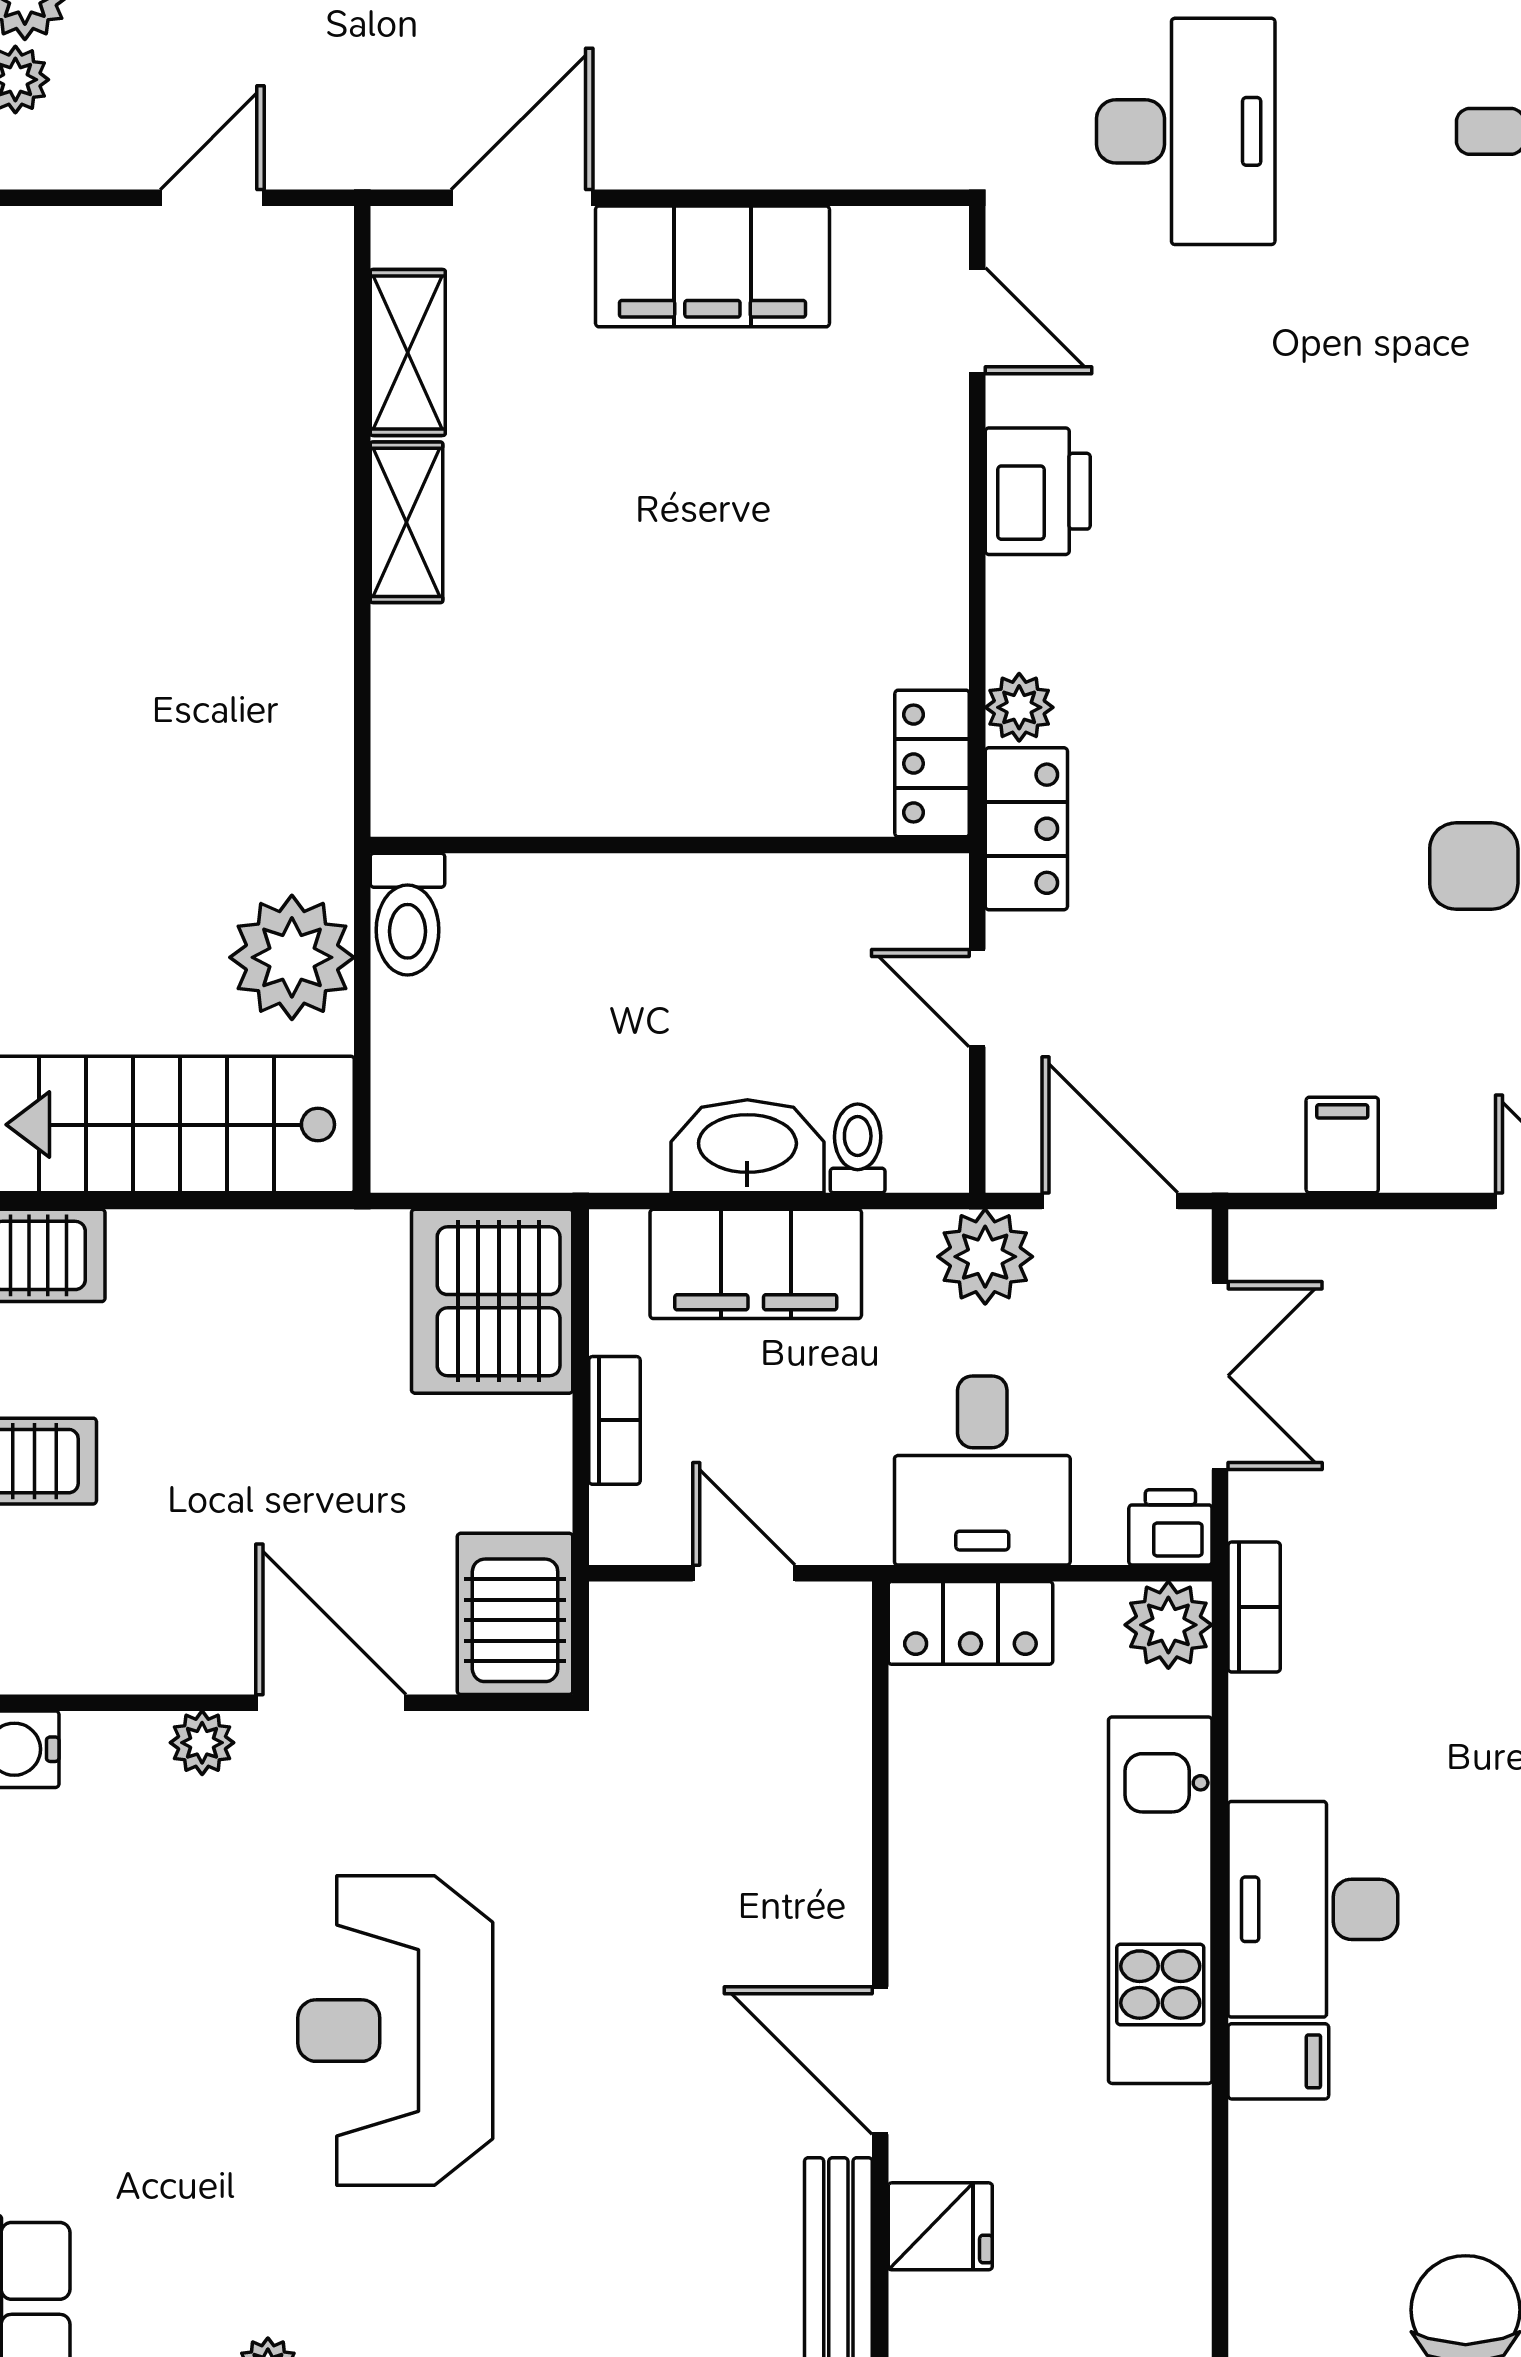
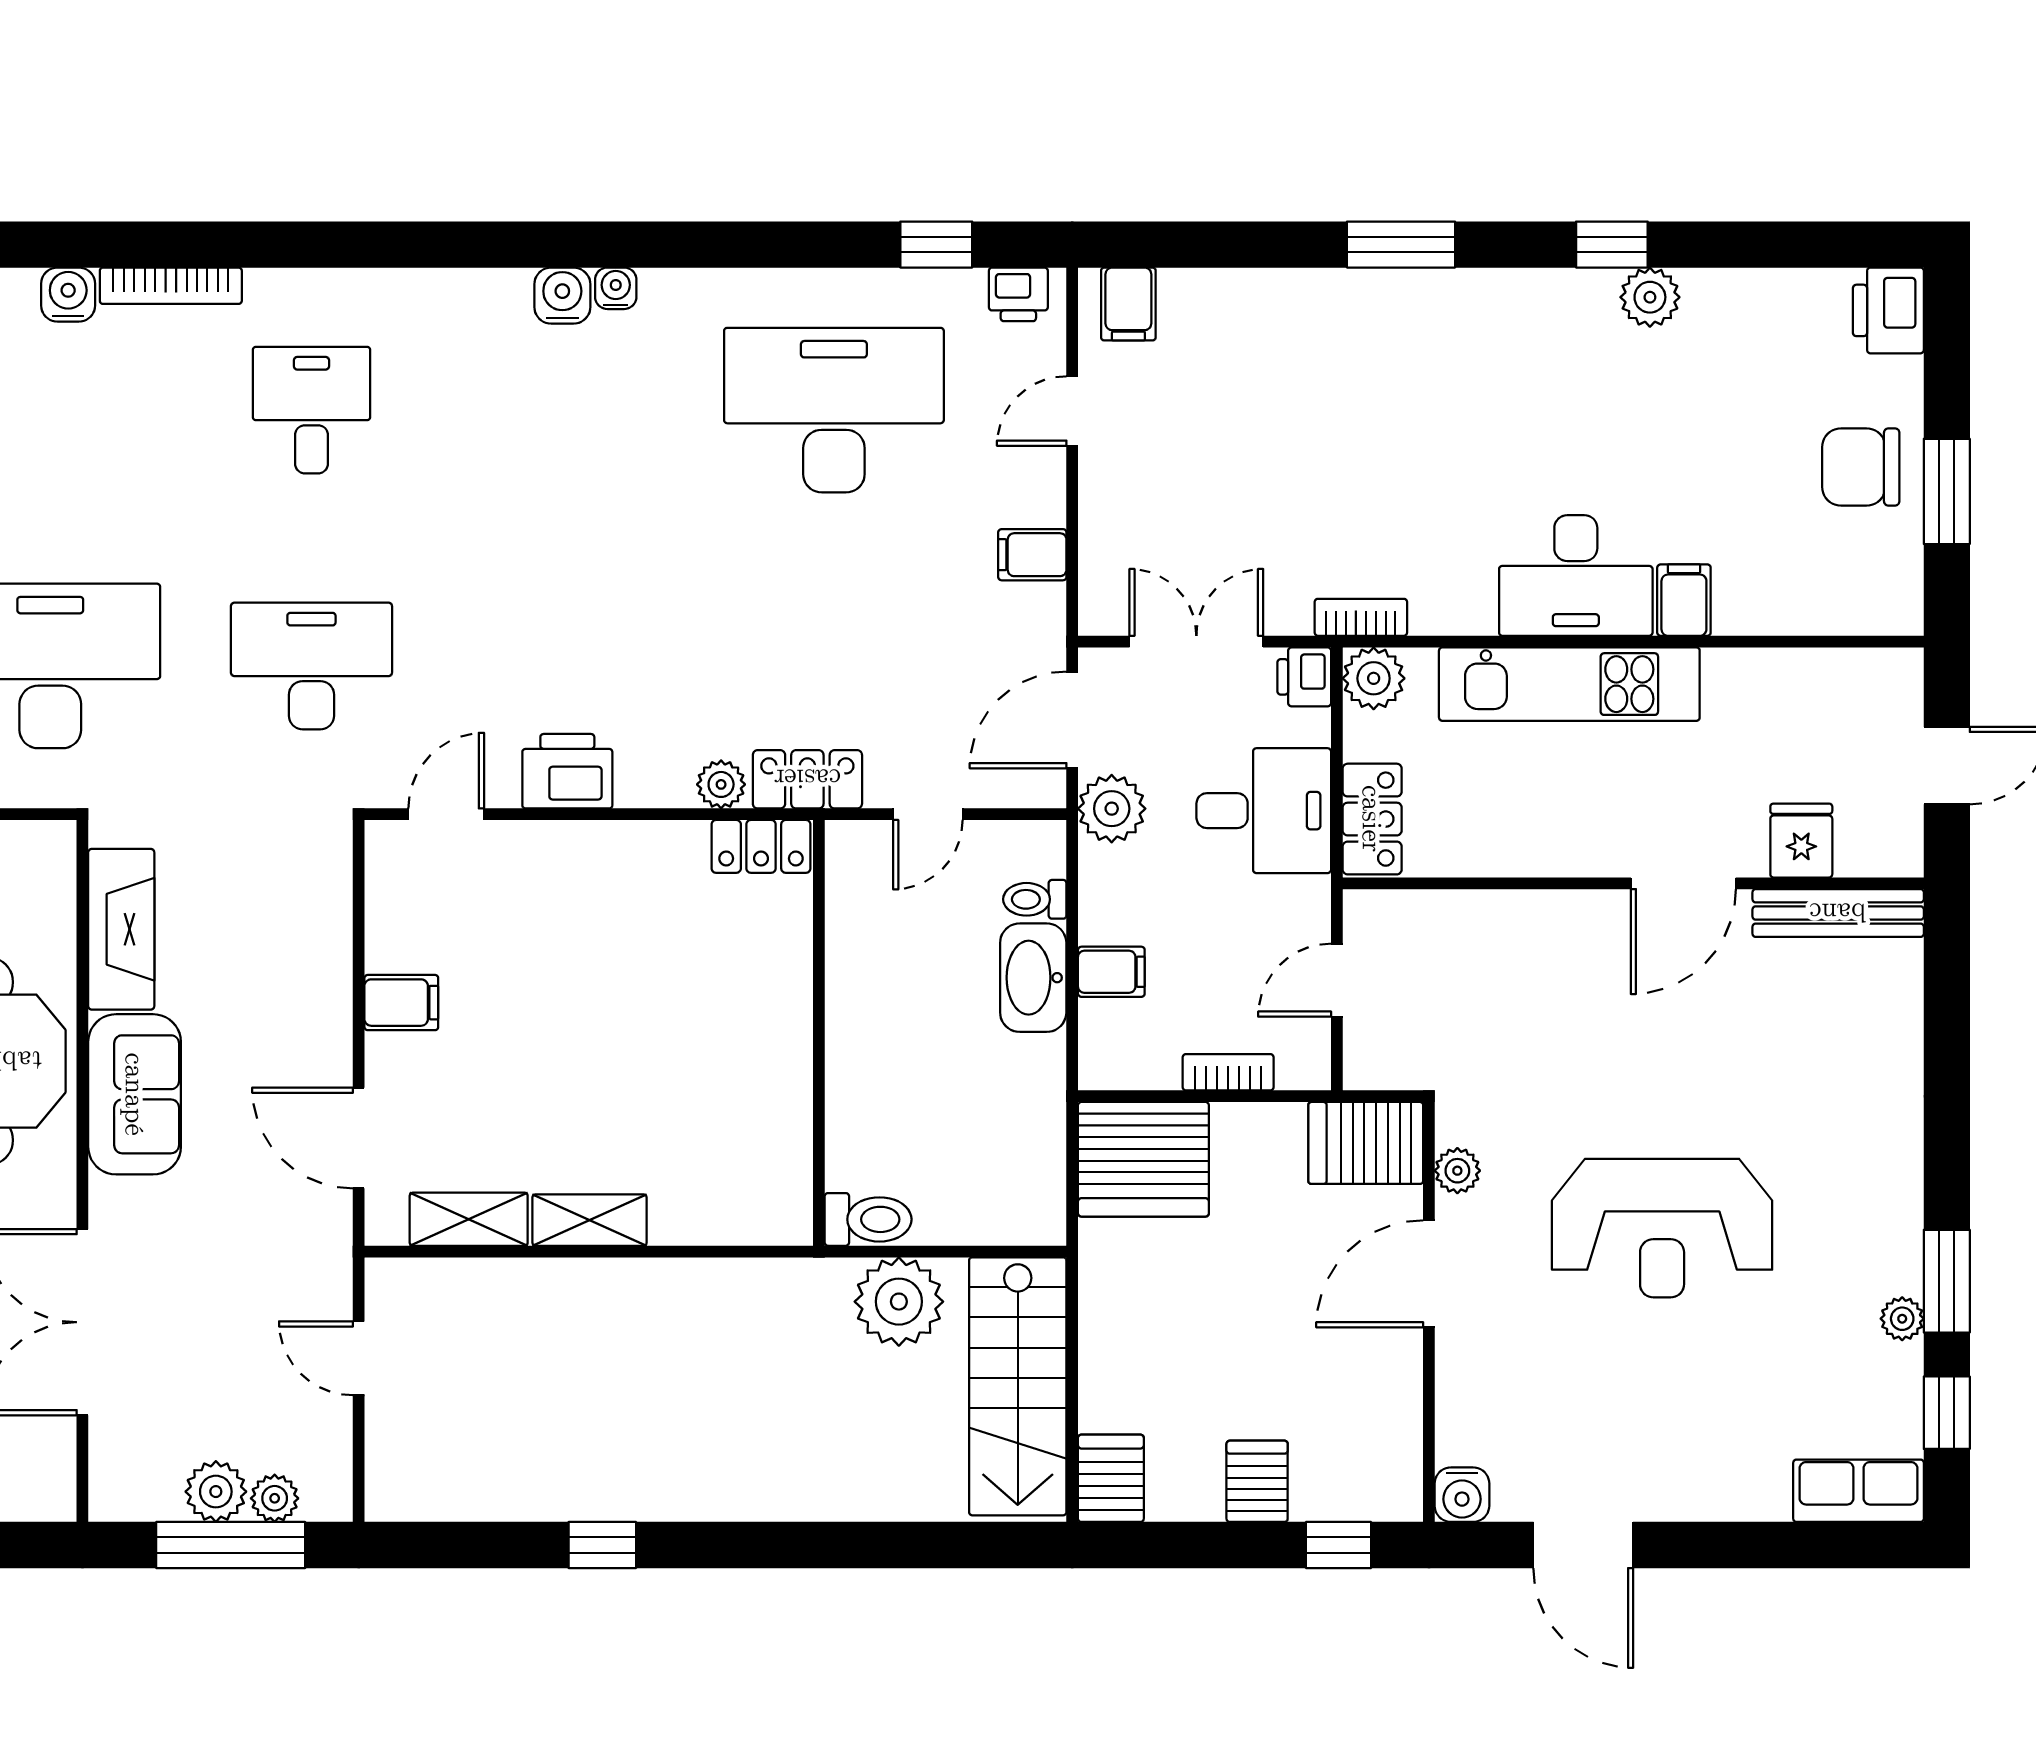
filing cabinet: (712, 266) -> (401, 1003), width x0.33, depth x0.86
filing cabinet: (756, 1264) -> (1111, 972), width x0.33, depth x0.86
plant: (202, 1743) -> (1457, 1171), moved

